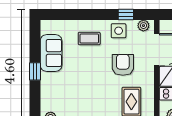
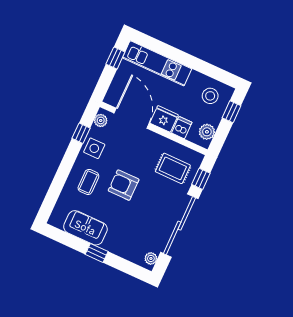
armchair: (123, 65) -> (124, 185), moved

